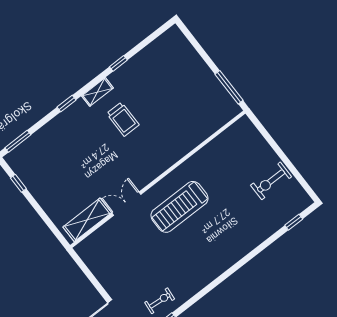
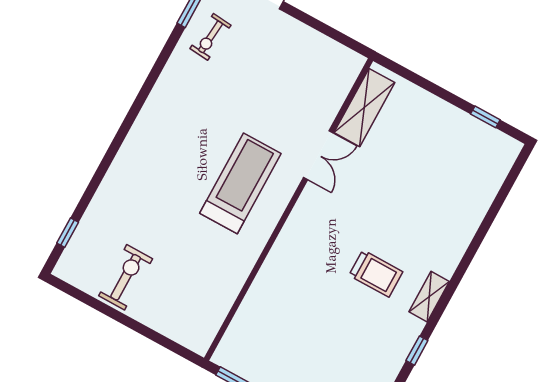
window: (67, 104) -> (466, 261), removed
trolley: (123, 119) -> (376, 274), turned 180
window: (18, 141) -> (512, 177), removed

